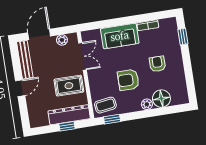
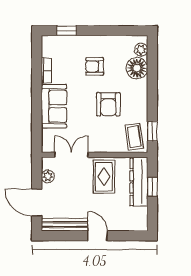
plant: (147, 104) -> (141, 50), moved

